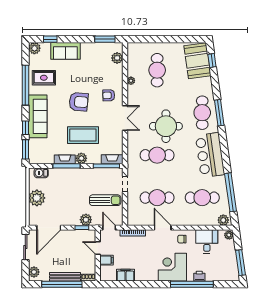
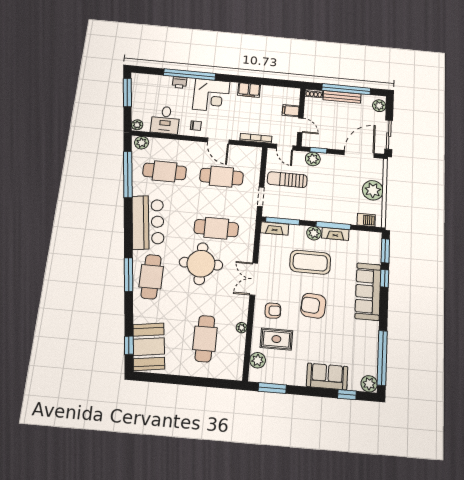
rug: (44, 78) -> (276, 339), moved
window: (25, 85) -> (382, 358), moved
filing cabinet: (126, 275) -> (249, 90), moved

